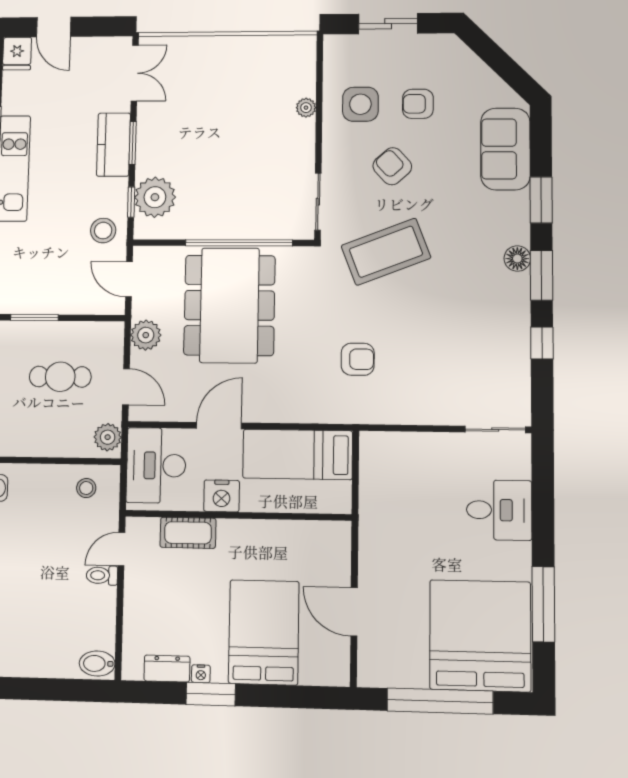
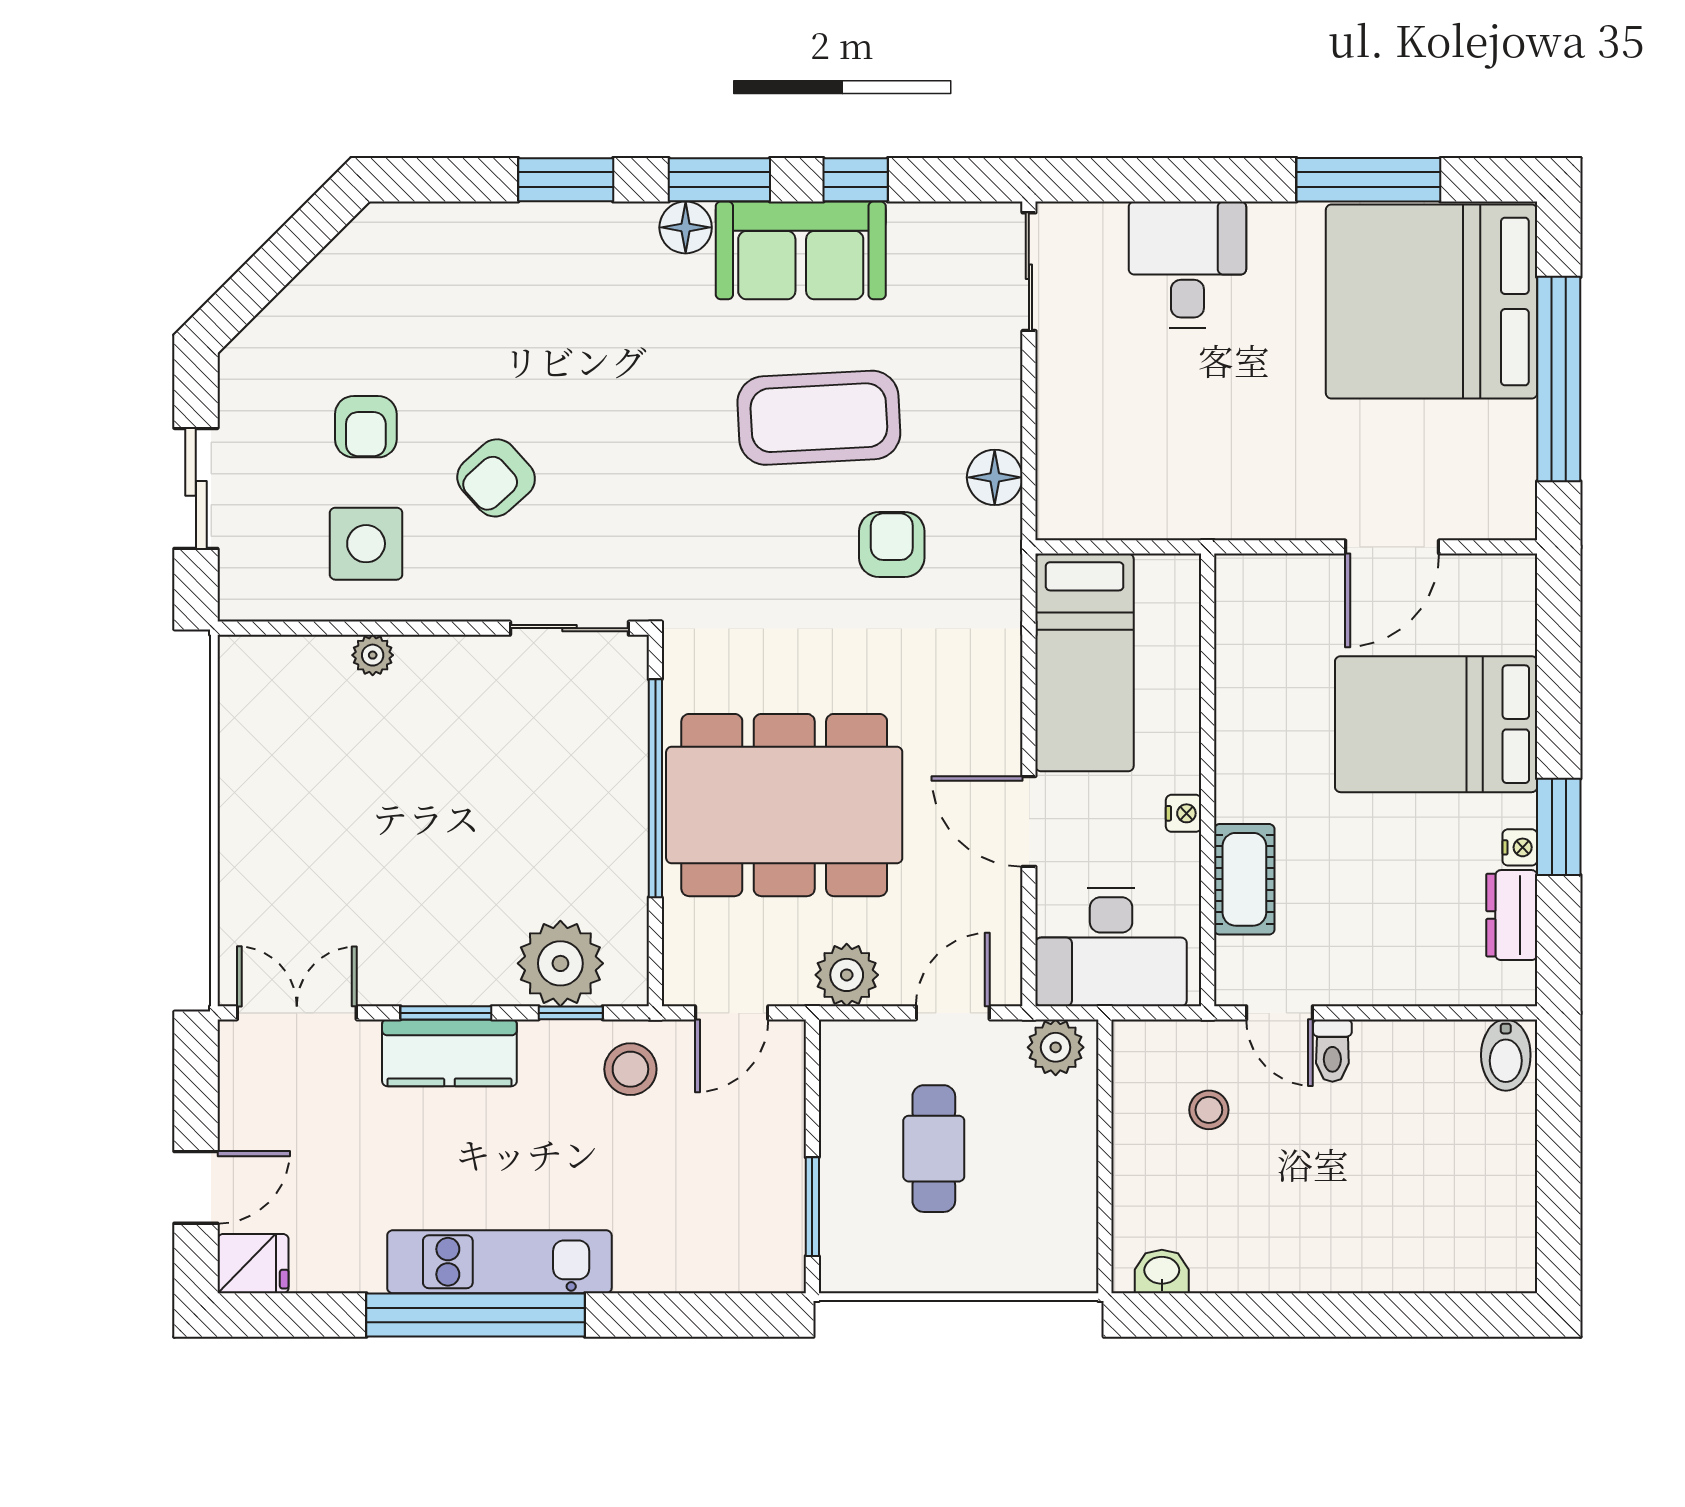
sofa: (505, 149) -> (801, 250), moved
coffee table: (386, 252) -> (819, 418), moved, turned -72
floor lamp: (391, 411) -> (995, 477), added
stool: (86, 488) -> (1209, 1110), moved
nightstand: (222, 496) -> (1184, 813), width x0.53, depth x0.56

